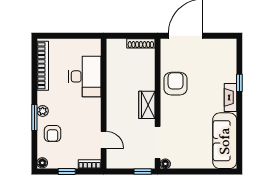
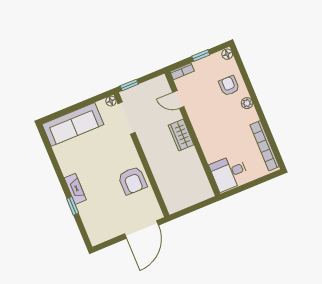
shoe rack: (141, 43) -> (181, 205), removed
desk: (85, 76) -> (229, 173), moved, width x0.73
wardrobe: (147, 105) -> (181, 135), moved, turned 180
window: (34, 118) -> (252, 94), removed
sofa: (225, 141) -> (73, 124), moved, turned 90

